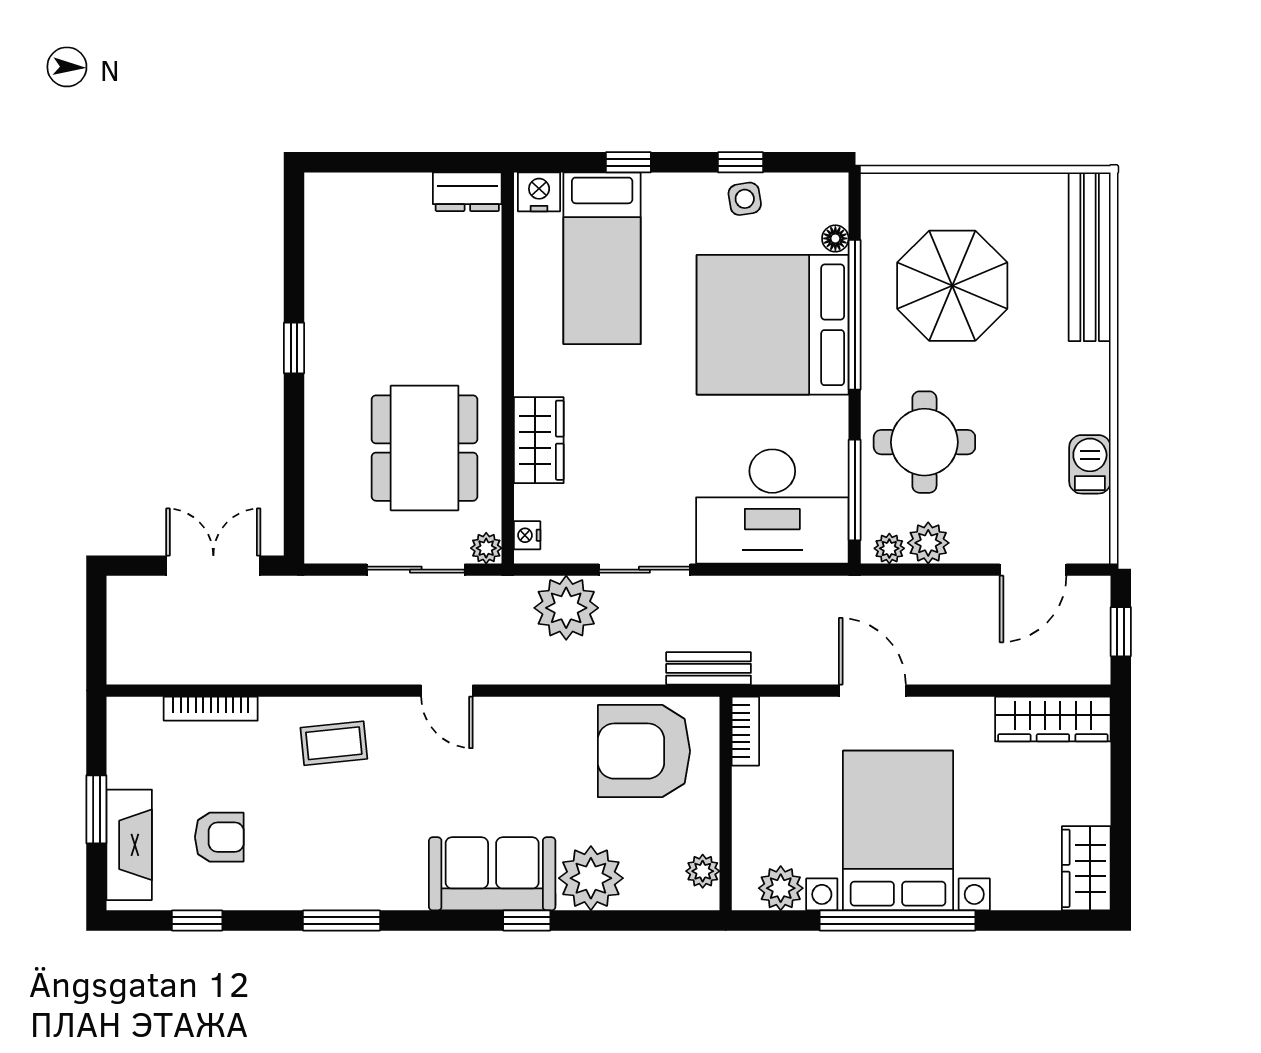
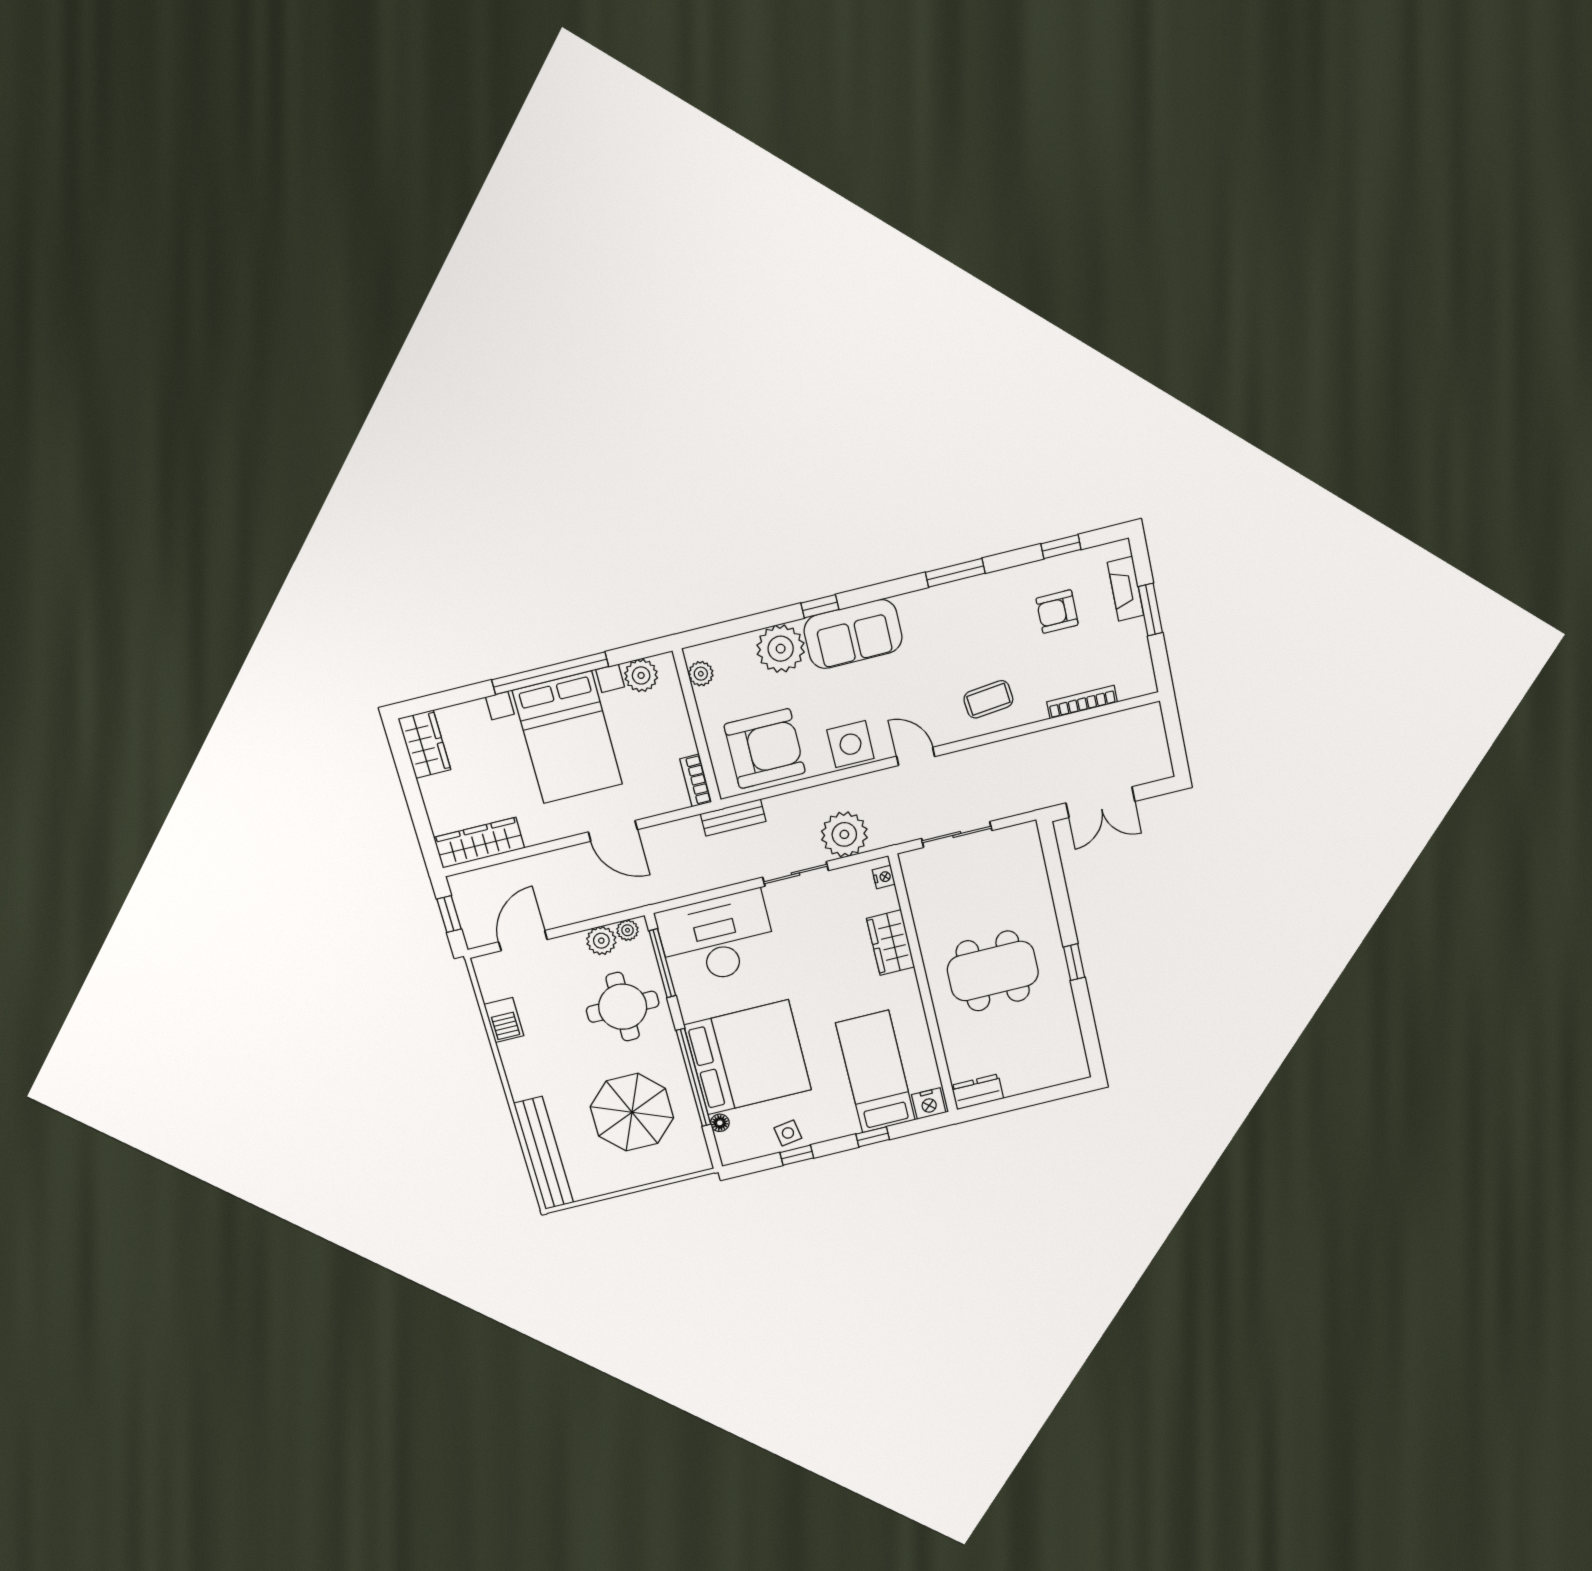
dining table: (424, 448) -> (993, 971), moved, turned 90
plant: (486, 548) -> (910, 861), removed
side table: (529, 729) -> (851, 744), added
fireplace: (129, 845) -> (1126, 589), width x0.73, depth x0.76

